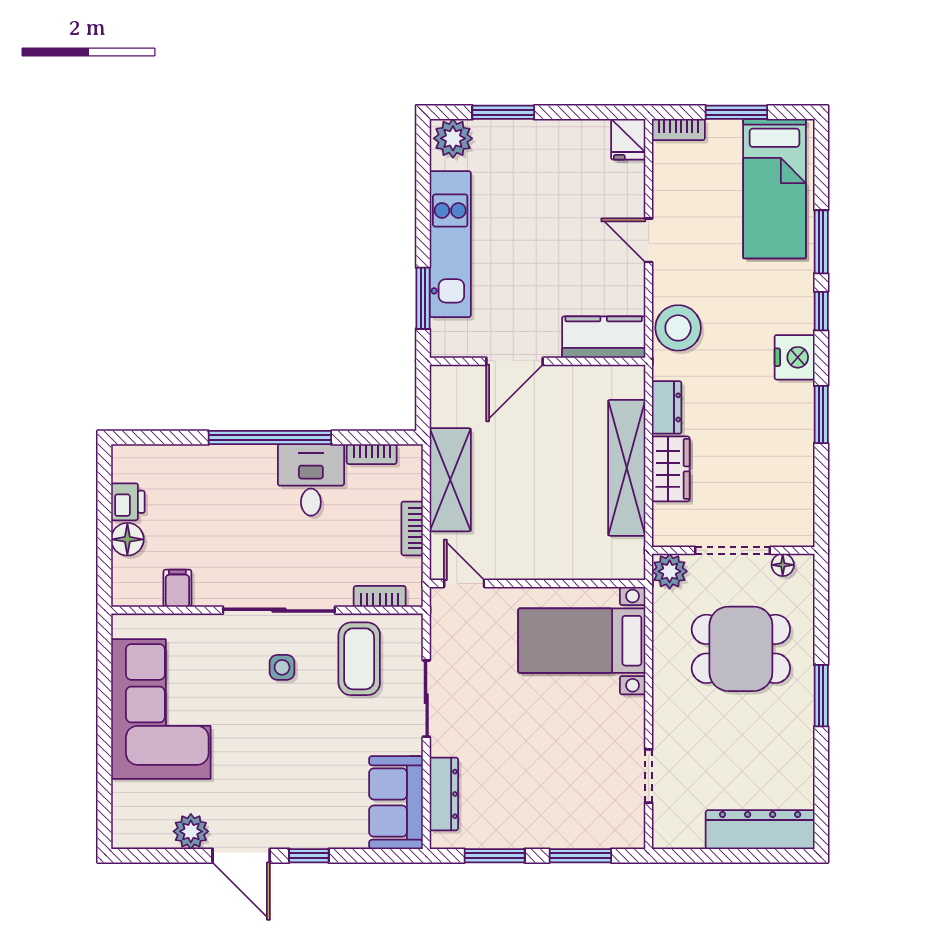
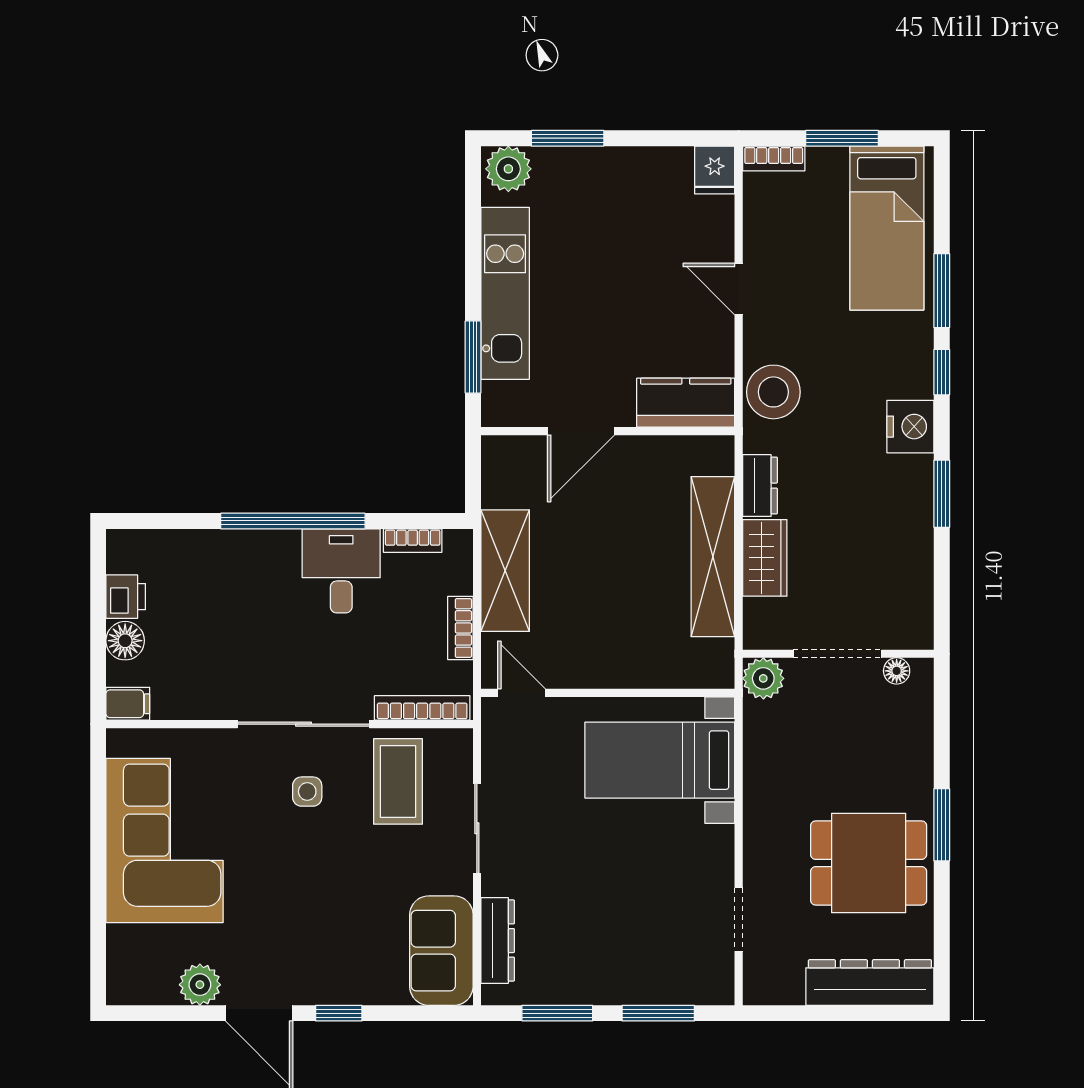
filing cabinet: (177, 588) -> (128, 704), moved, turned 90
bookcase: (380, 596) -> (422, 708), width x1.56
dining table: (741, 649) -> (869, 863), moved

